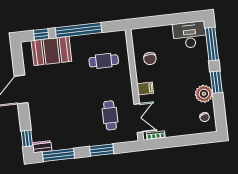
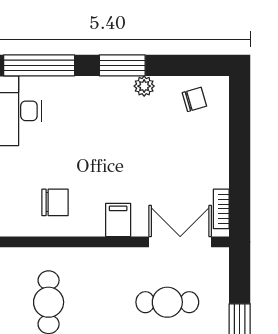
plant: (204, 94) -> (144, 86), width x0.53, depth x0.53

